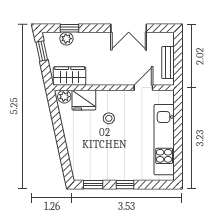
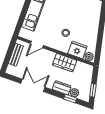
dresser: (87, 39) -> (62, 88), added
wardrobe: (70, 76) -> (65, 63), moved

